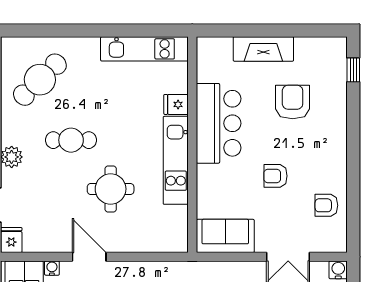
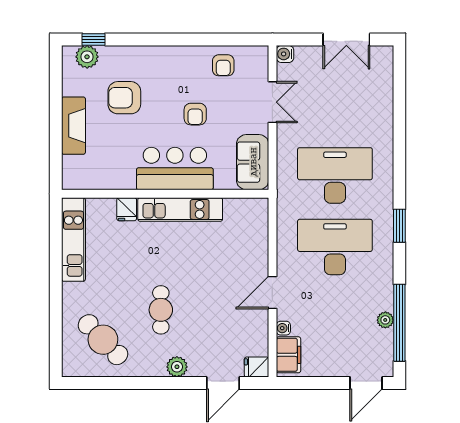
plant: (335, 63) -> (87, 57), added
bar counter: (219, 123) -> (175, 168), moved
round table: (111, 189) -> (208, 272), removed

